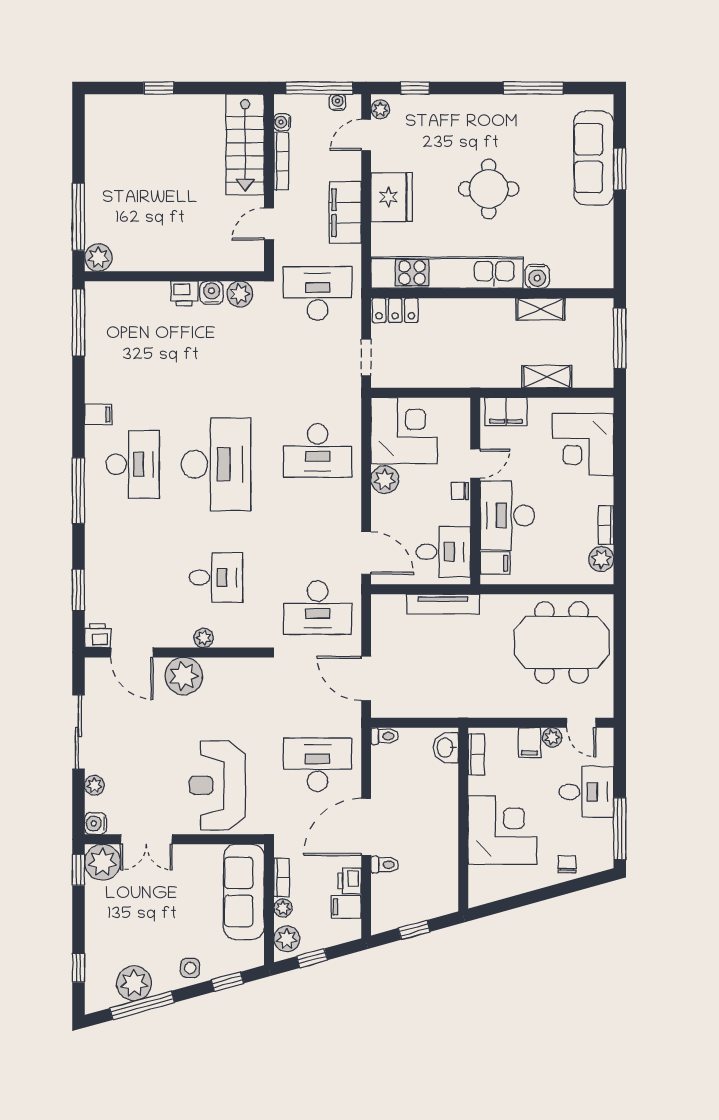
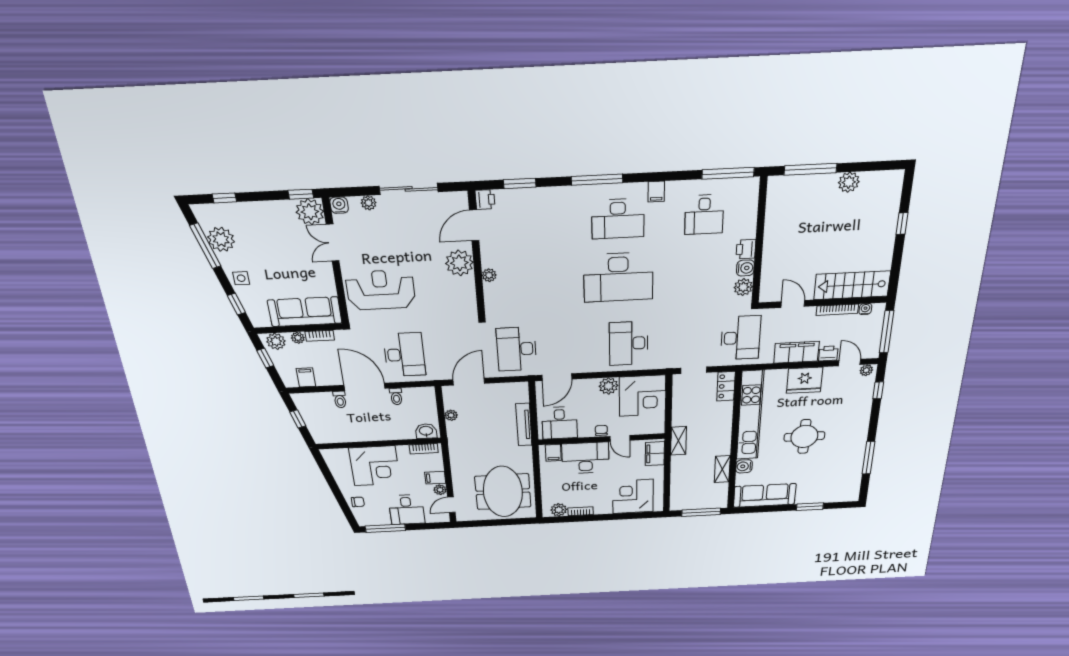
water cooler: (337, 102) -> (875, 344), removed
sofa: (594, 158) -> (765, 495), moved
plant: (98, 258) -> (849, 182), moved
shelving: (547, 377) -> (678, 441), moved
desk: (216, 577) -> (704, 215), moved
plant: (421, 709) -> (451, 415), added
toilet: (385, 736) -> (396, 396), moved
printer: (350, 881) -> (828, 353), moved

